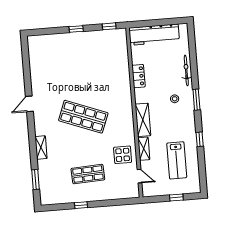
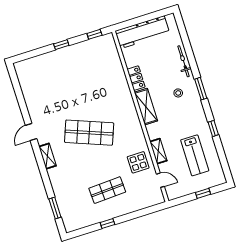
shelving: (143, 120) -> (146, 107), moved
shelving: (41, 147) -> (47, 156), moved

